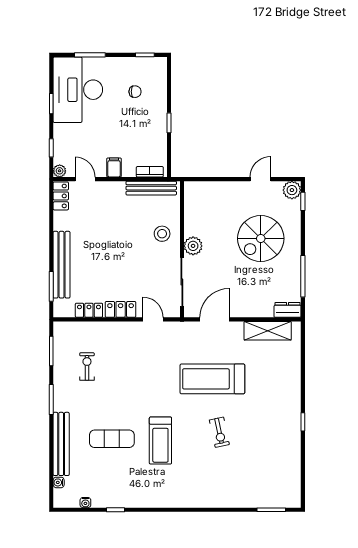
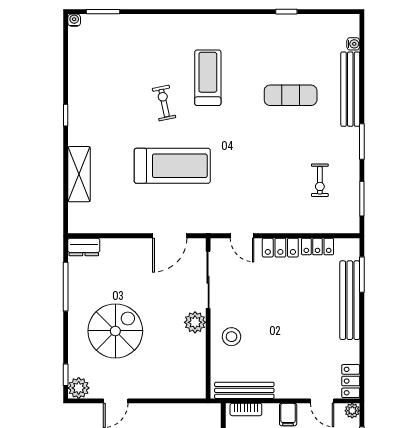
shelving: (268, 331) -> (79, 174), moved, turned 90
treadmill: (160, 441) -> (208, 78), moved
water cooler: (85, 503) -> (74, 20), moved

